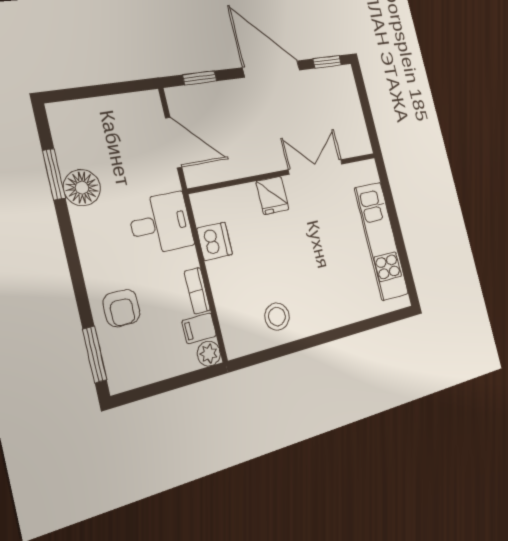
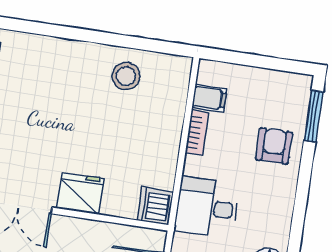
fridge: (272, 195) -> (80, 193), width x1.38
dishwasher: (215, 241) -> (155, 206), moved
plant: (209, 354) -> (209, 72), removed

